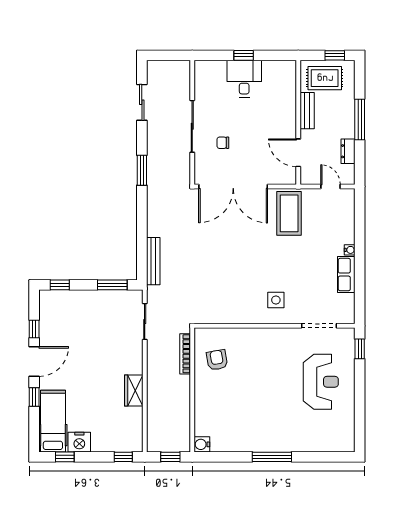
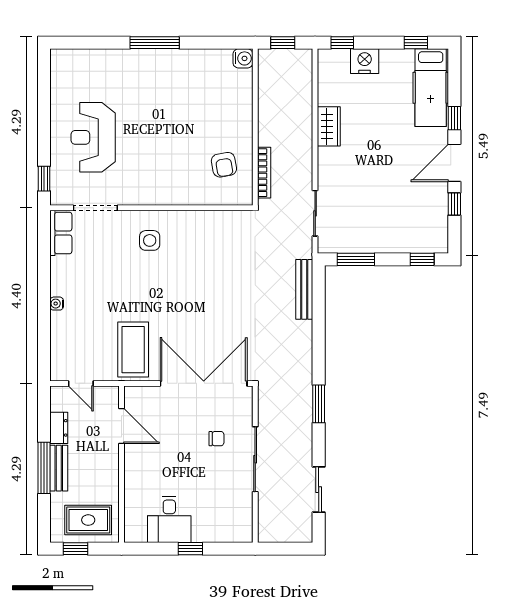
desk: (244, 79) -> (169, 519), moved
bench: (307, 111) -> (59, 468), moved
row of seats: (346, 275) -> (61, 233), moved
nightstand: (79, 442) -> (365, 61), moved

